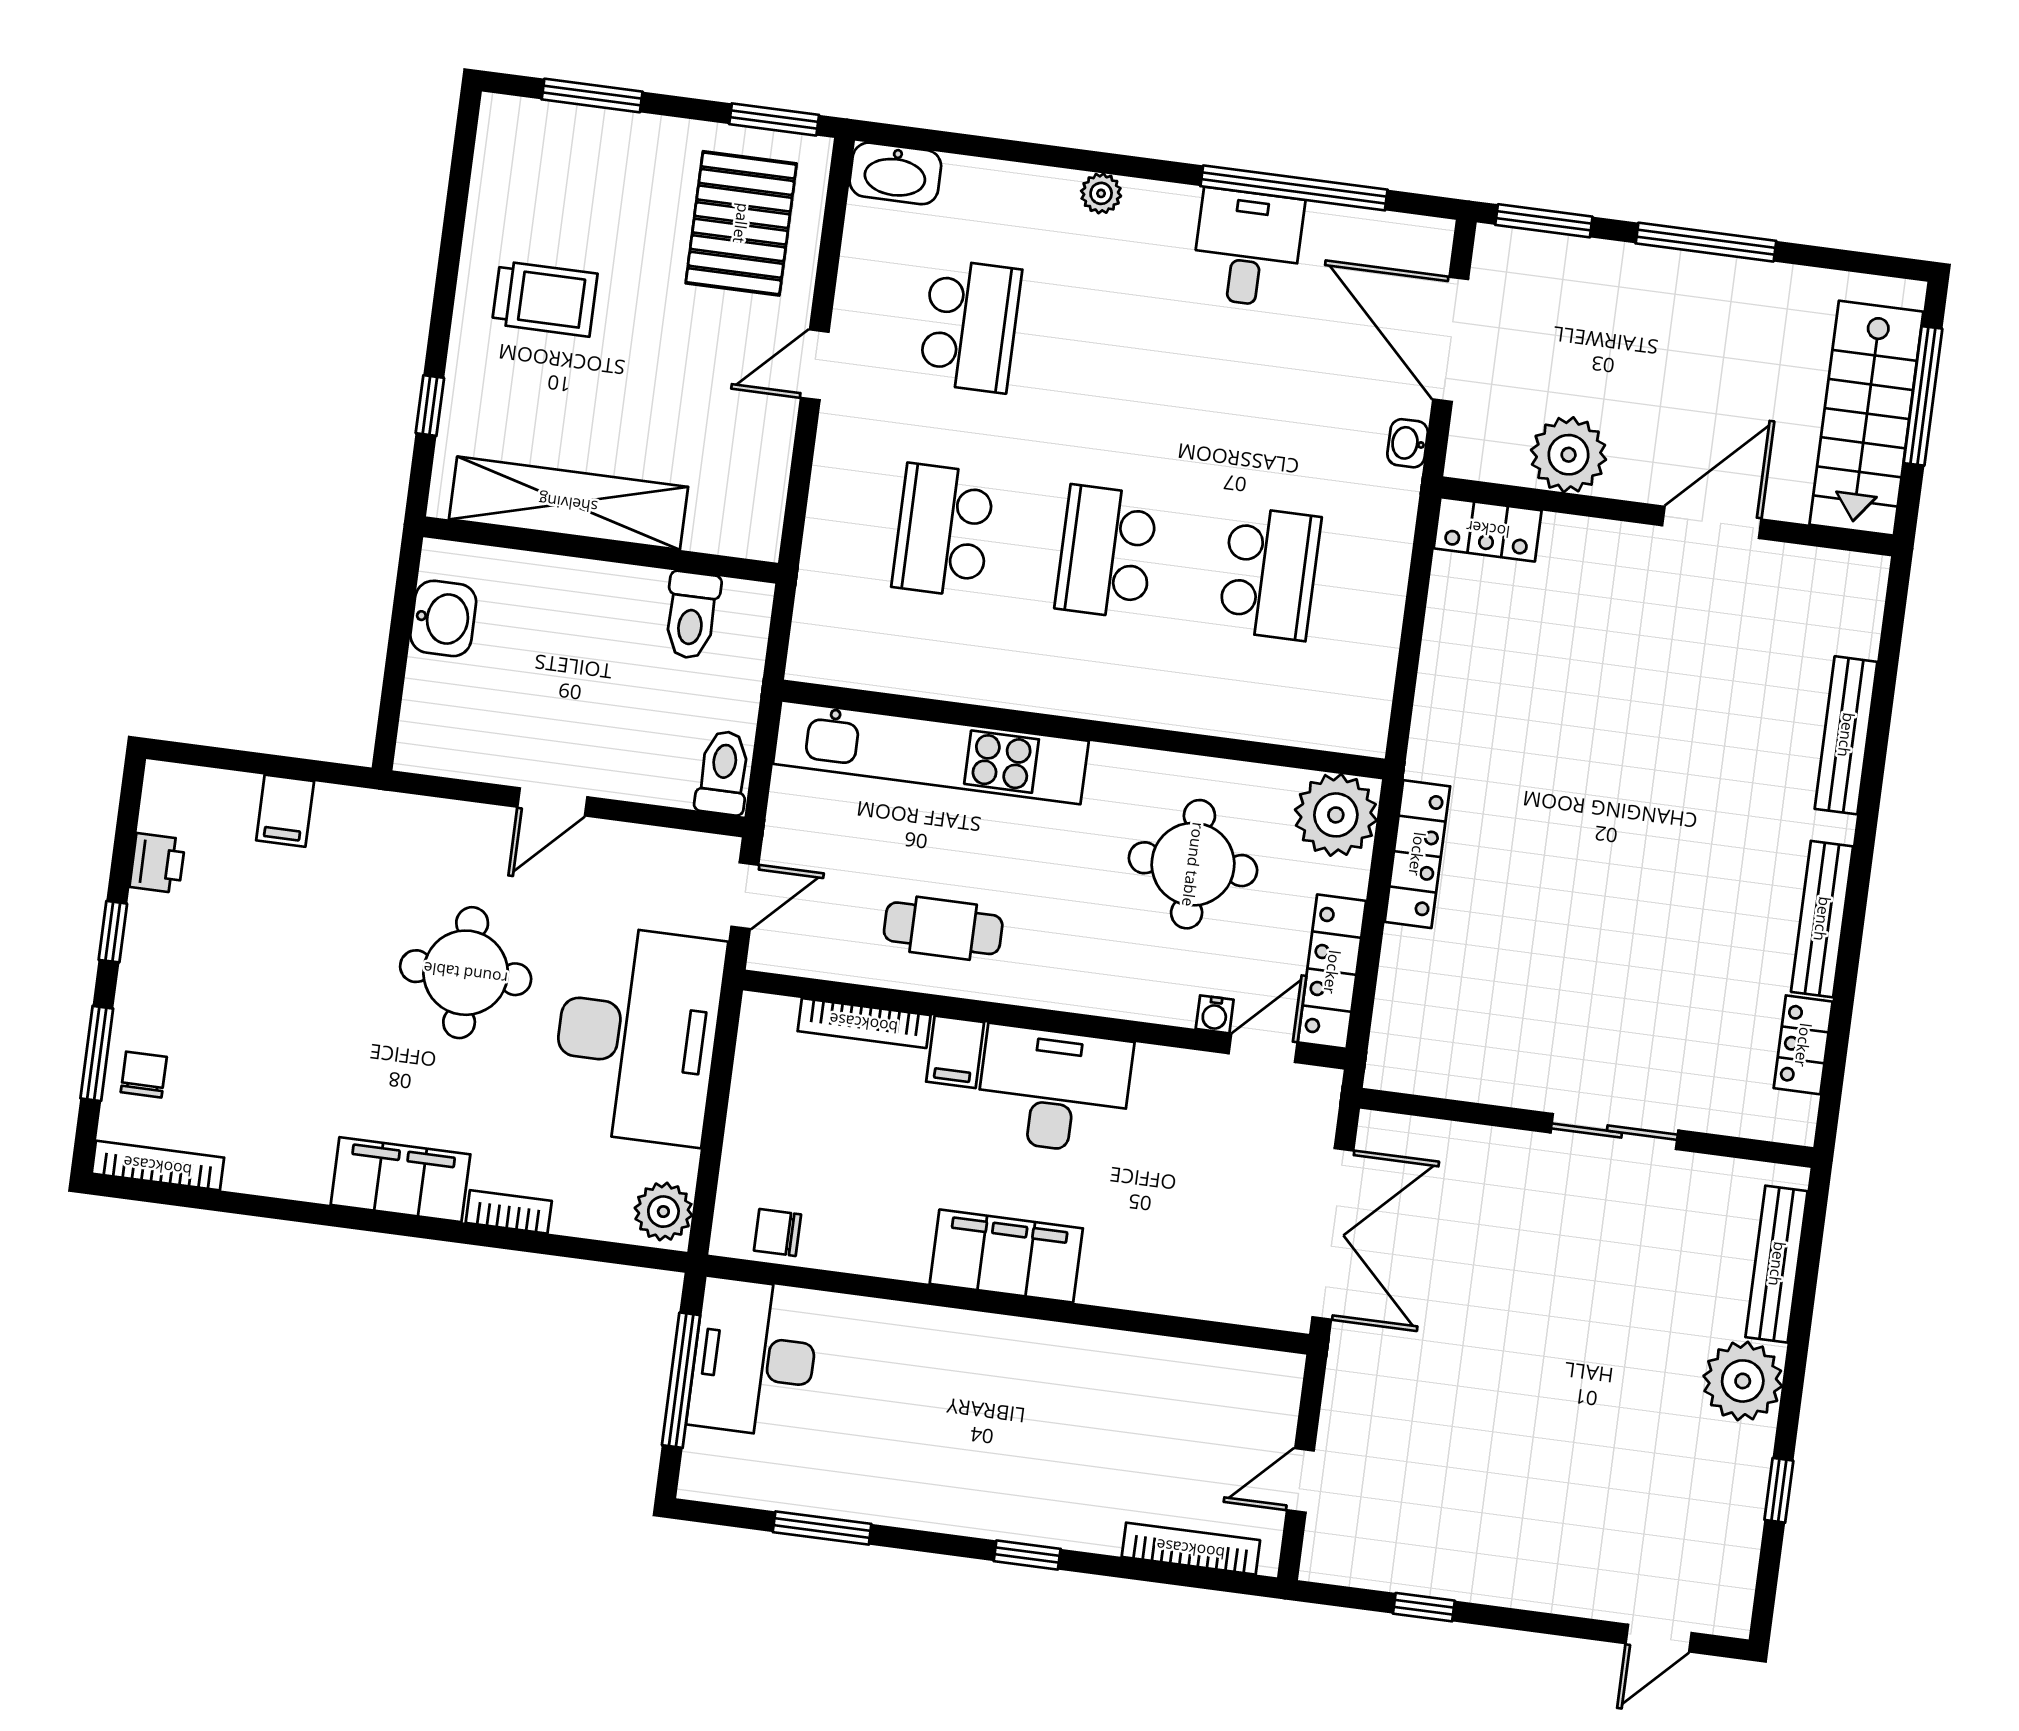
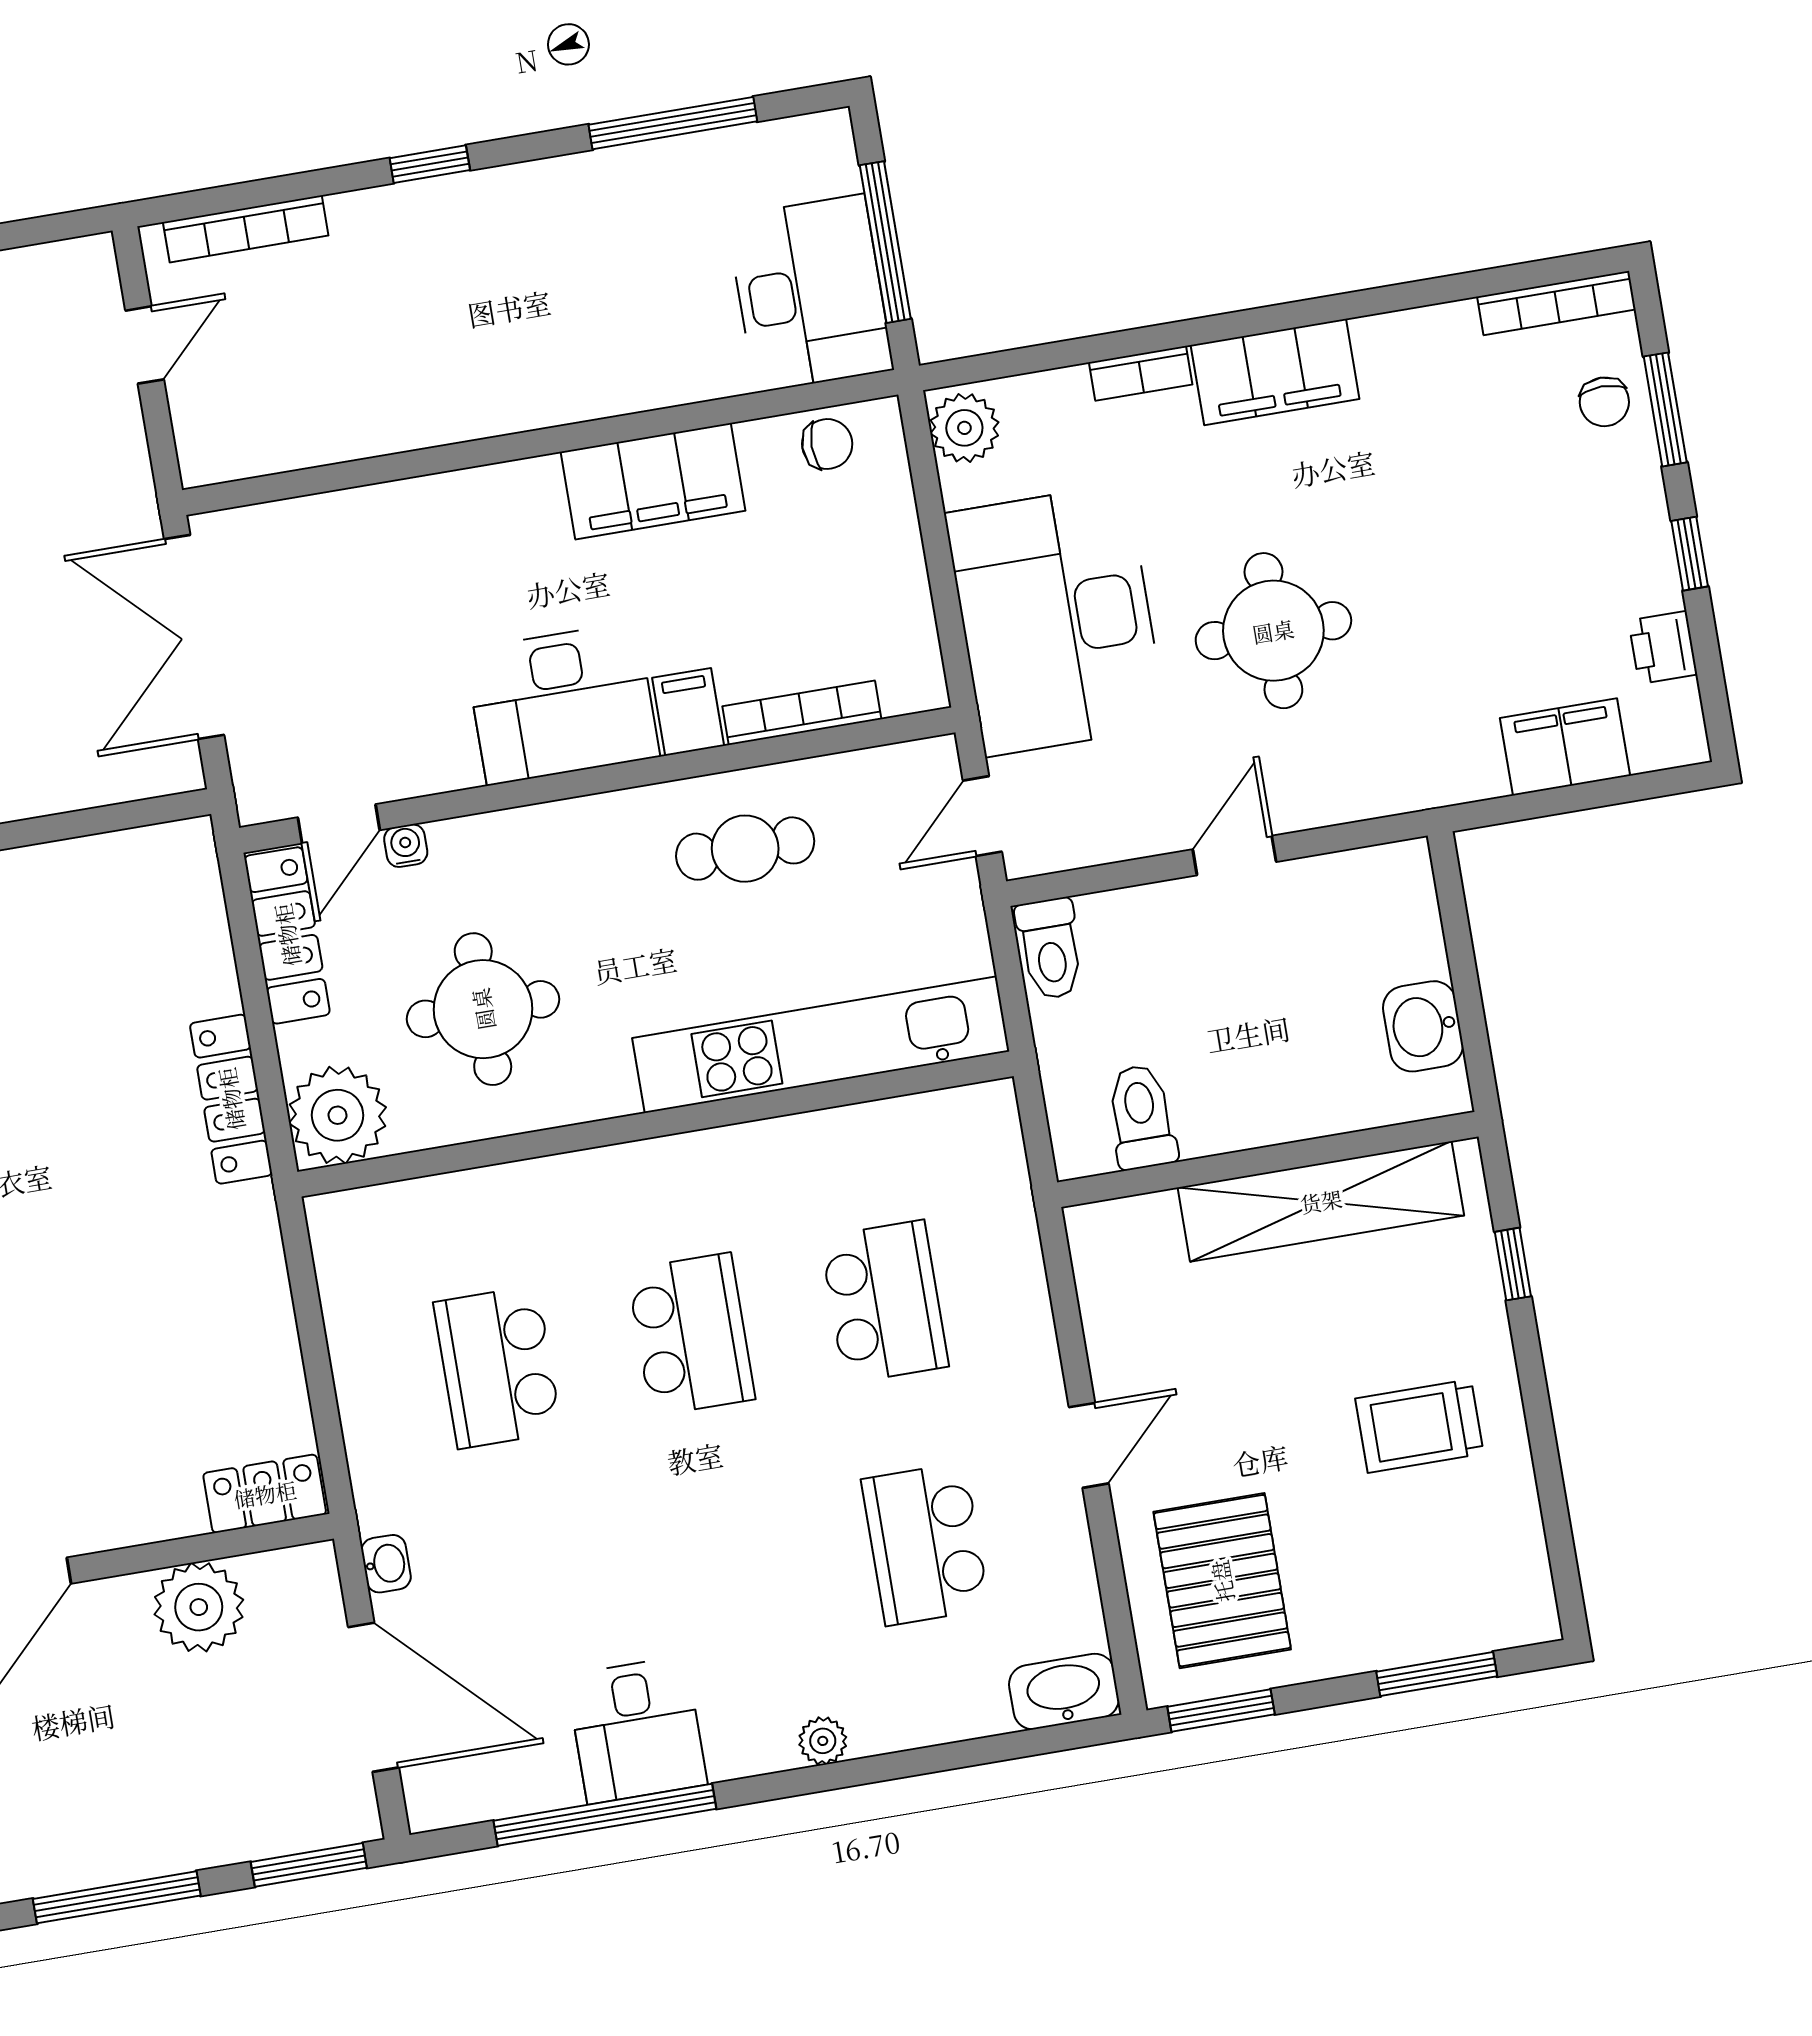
filing cabinet: (285, 811) -> (1565, 747), width x2.00
filing cabinet: (1006, 1256) -> (653, 481), moved
window: (822, 1528) -> (673, 123), width x1.44

